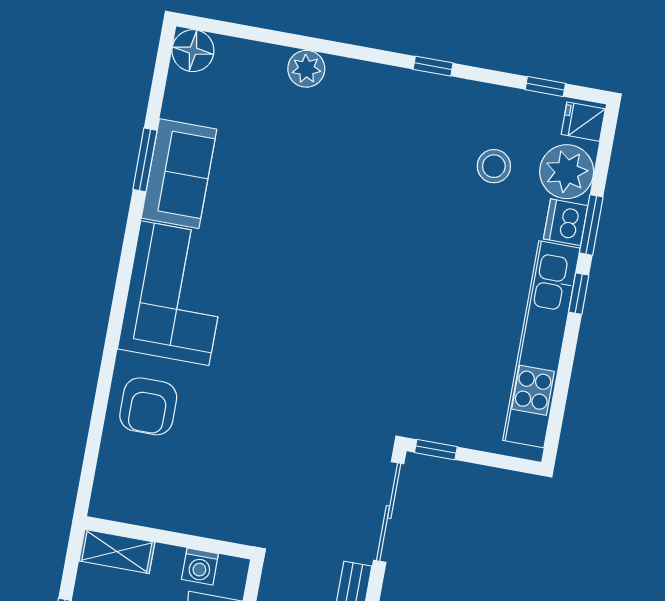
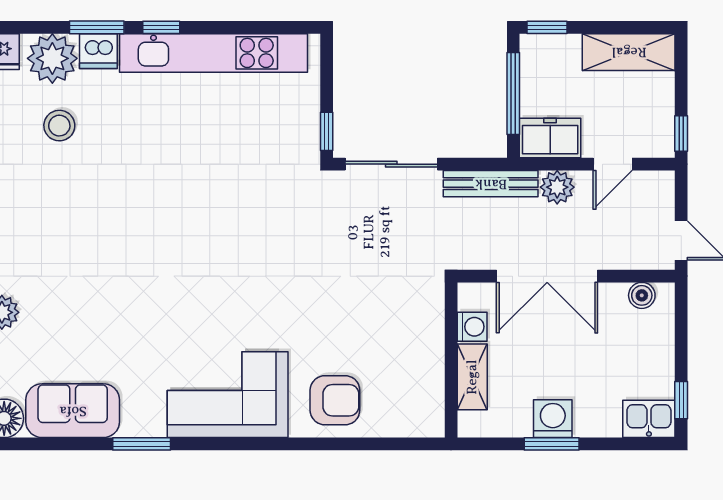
window: (145, 160) -> (142, 444), moved
sofa: (179, 174) -> (73, 411), moved
shelving: (117, 552) -> (472, 377), moved

